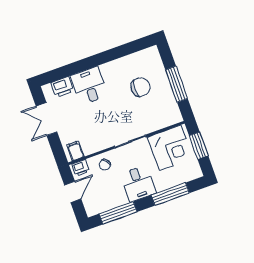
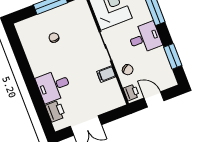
chair: (141, 87) -> (54, 38), width x0.54, depth x0.54
filing cabinet: (75, 151) -> (106, 74), moved
window: (118, 213) -> (173, 56), width x0.69

